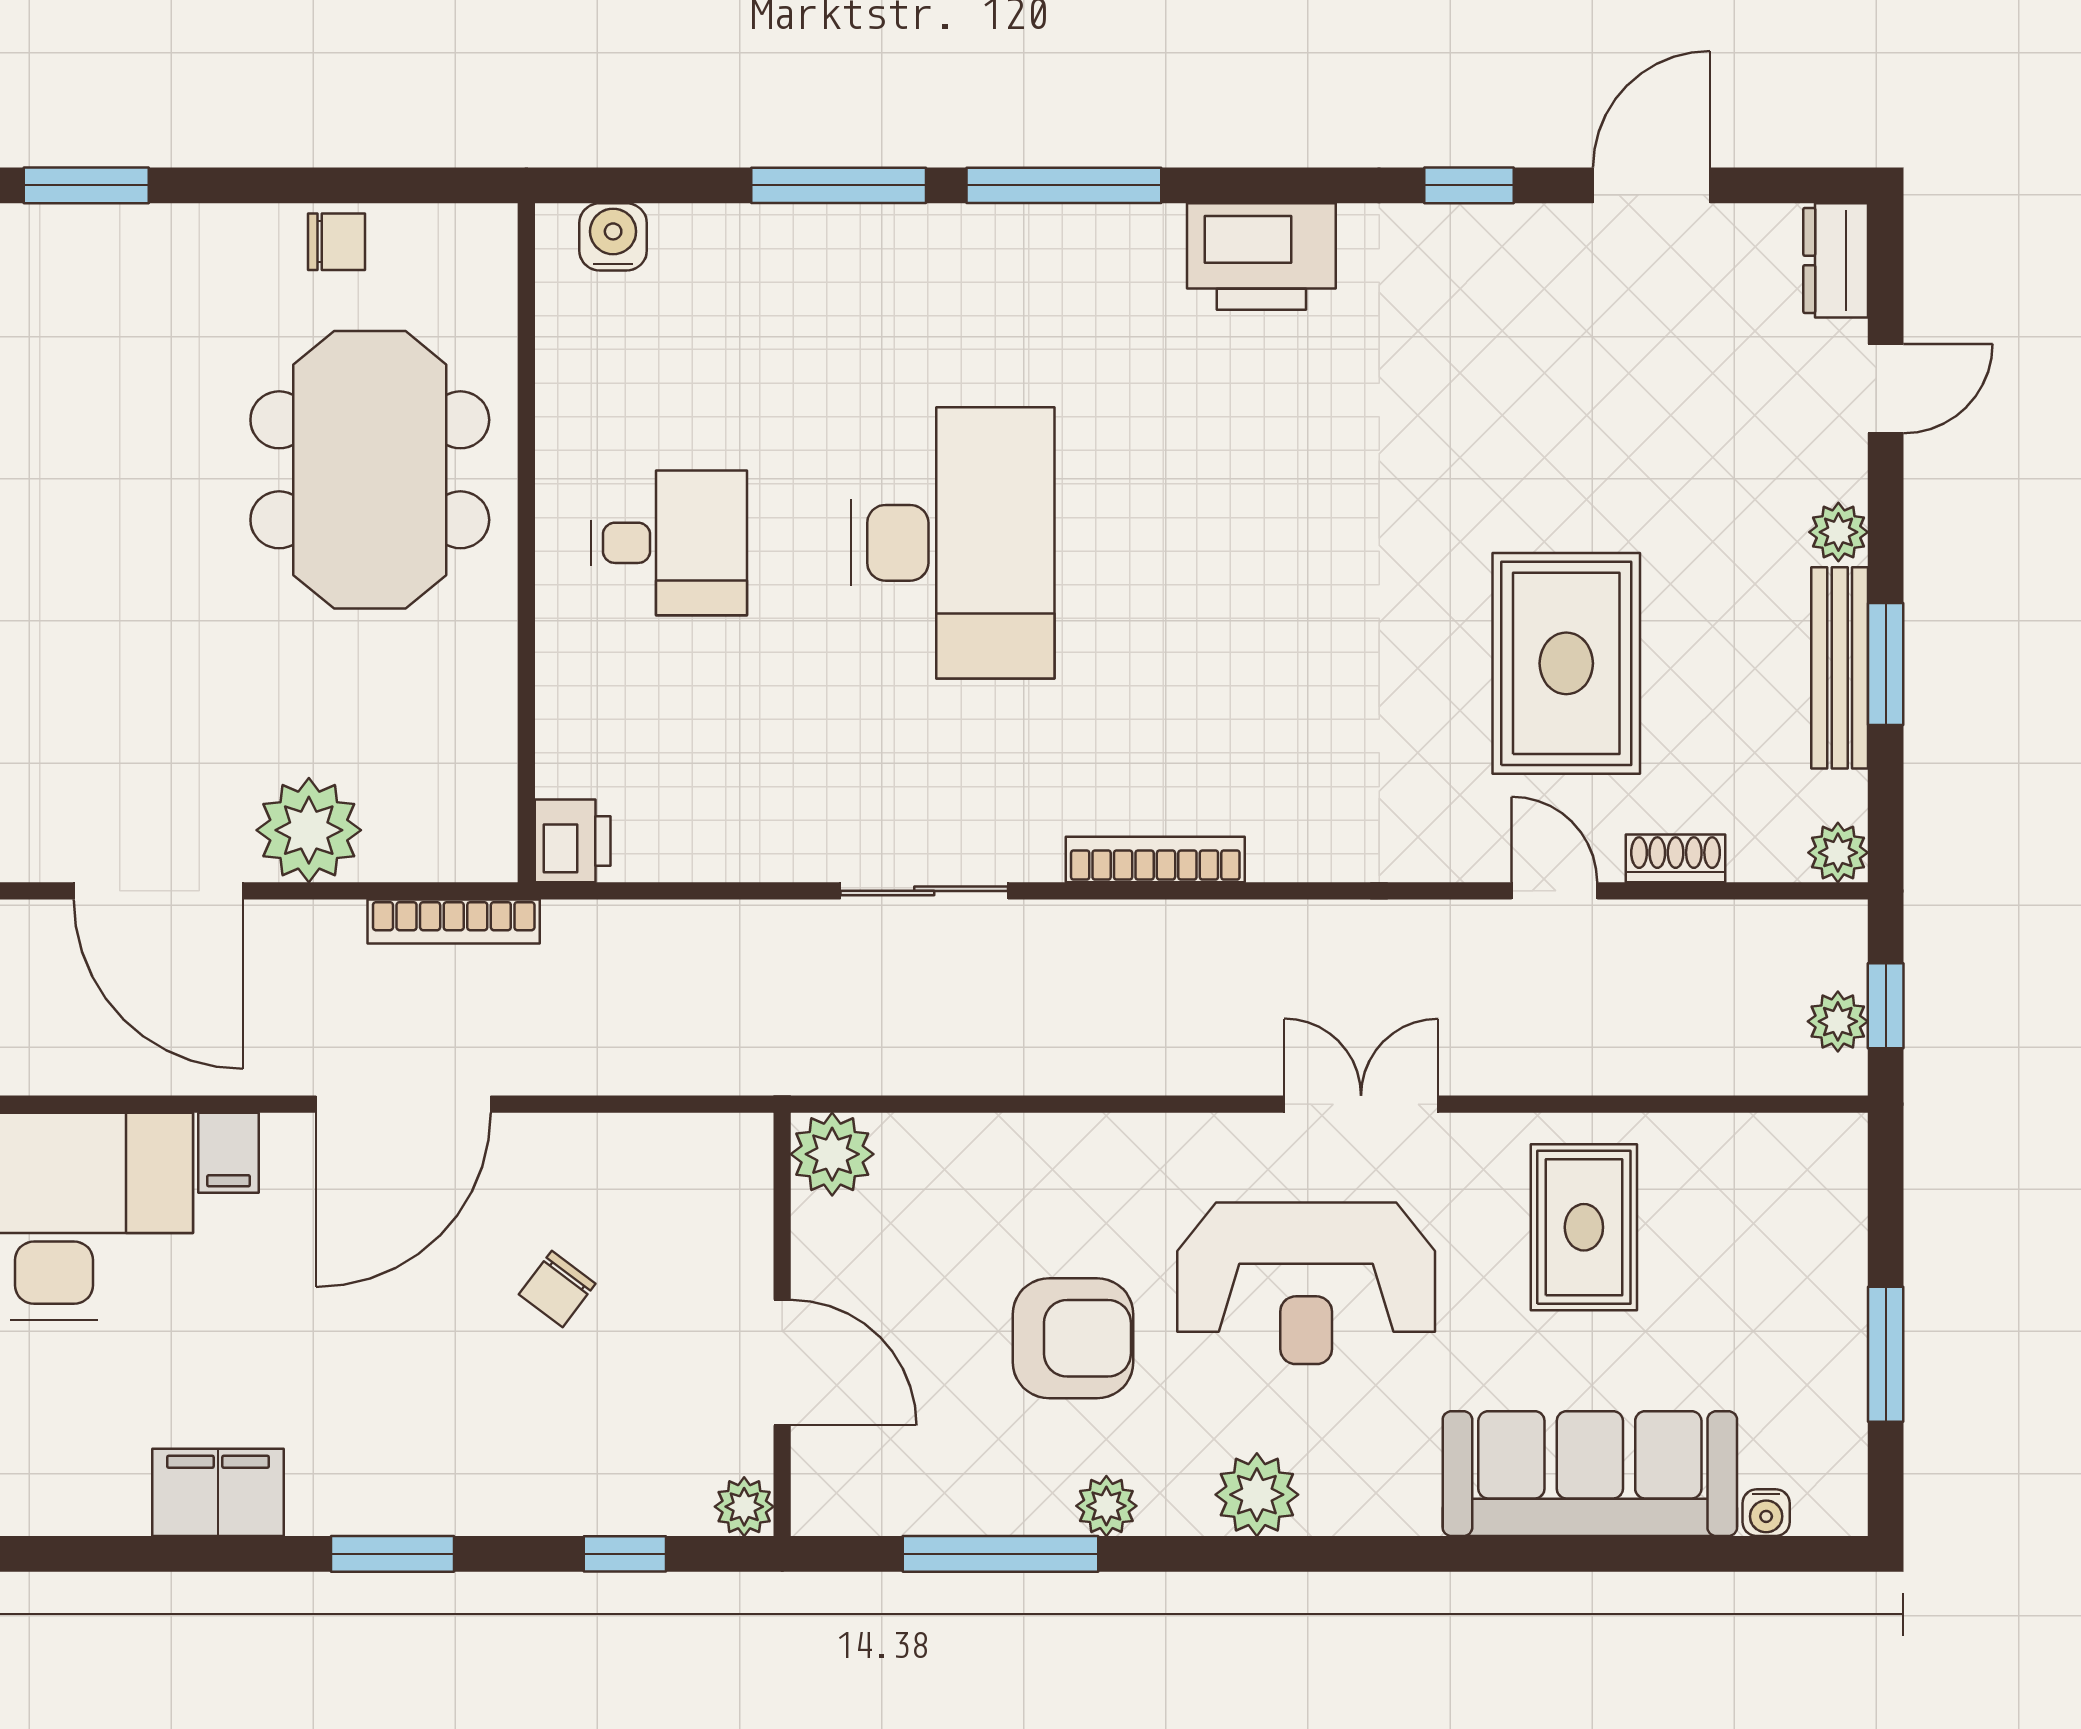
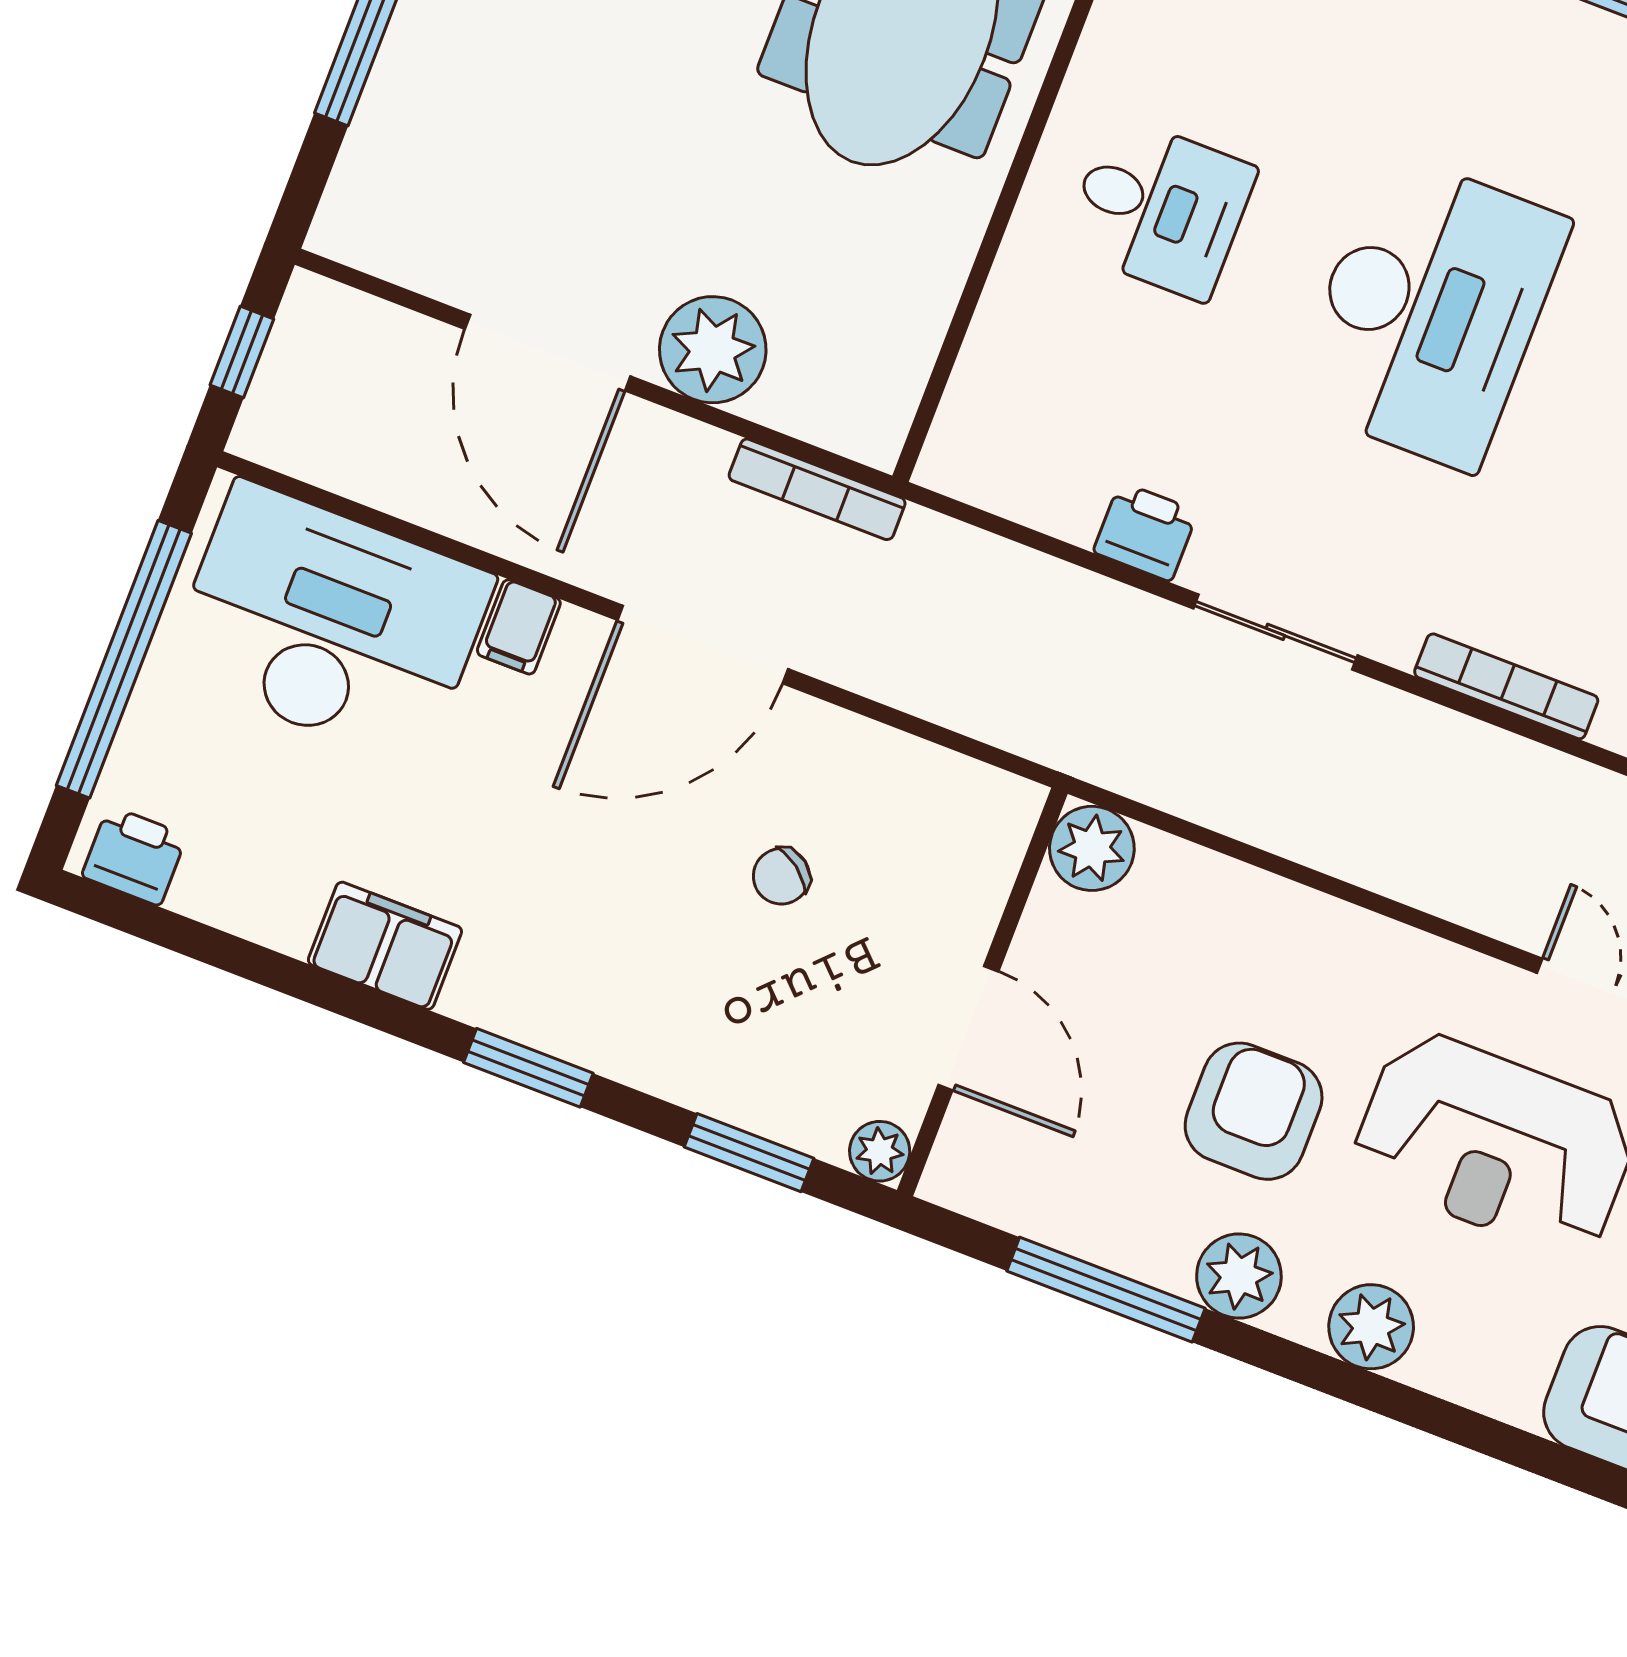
printer: (573, 841) -> (1145, 532), moved, turned -90
armchair: (1073, 1338) -> (1254, 1111), turned -90
plant: (1106, 1506) -> (1239, 1276), width x1.38, depth x1.38
window: (625, 1554) -> (749, 1153), width x1.50

